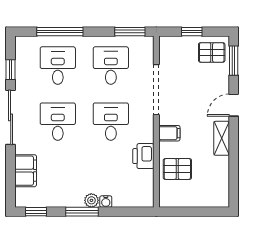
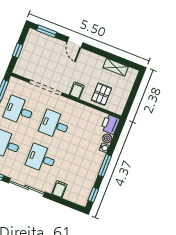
pallet: (212, 52) -> (36, 43), removed
shelving: (222, 138) -> (116, 67), moved
printer: (143, 156) -> (110, 124), moved, turned 90
filing cabinet: (26, 171) -> (59, 189), width x0.50
plant: (91, 200) -> (107, 138), moved

